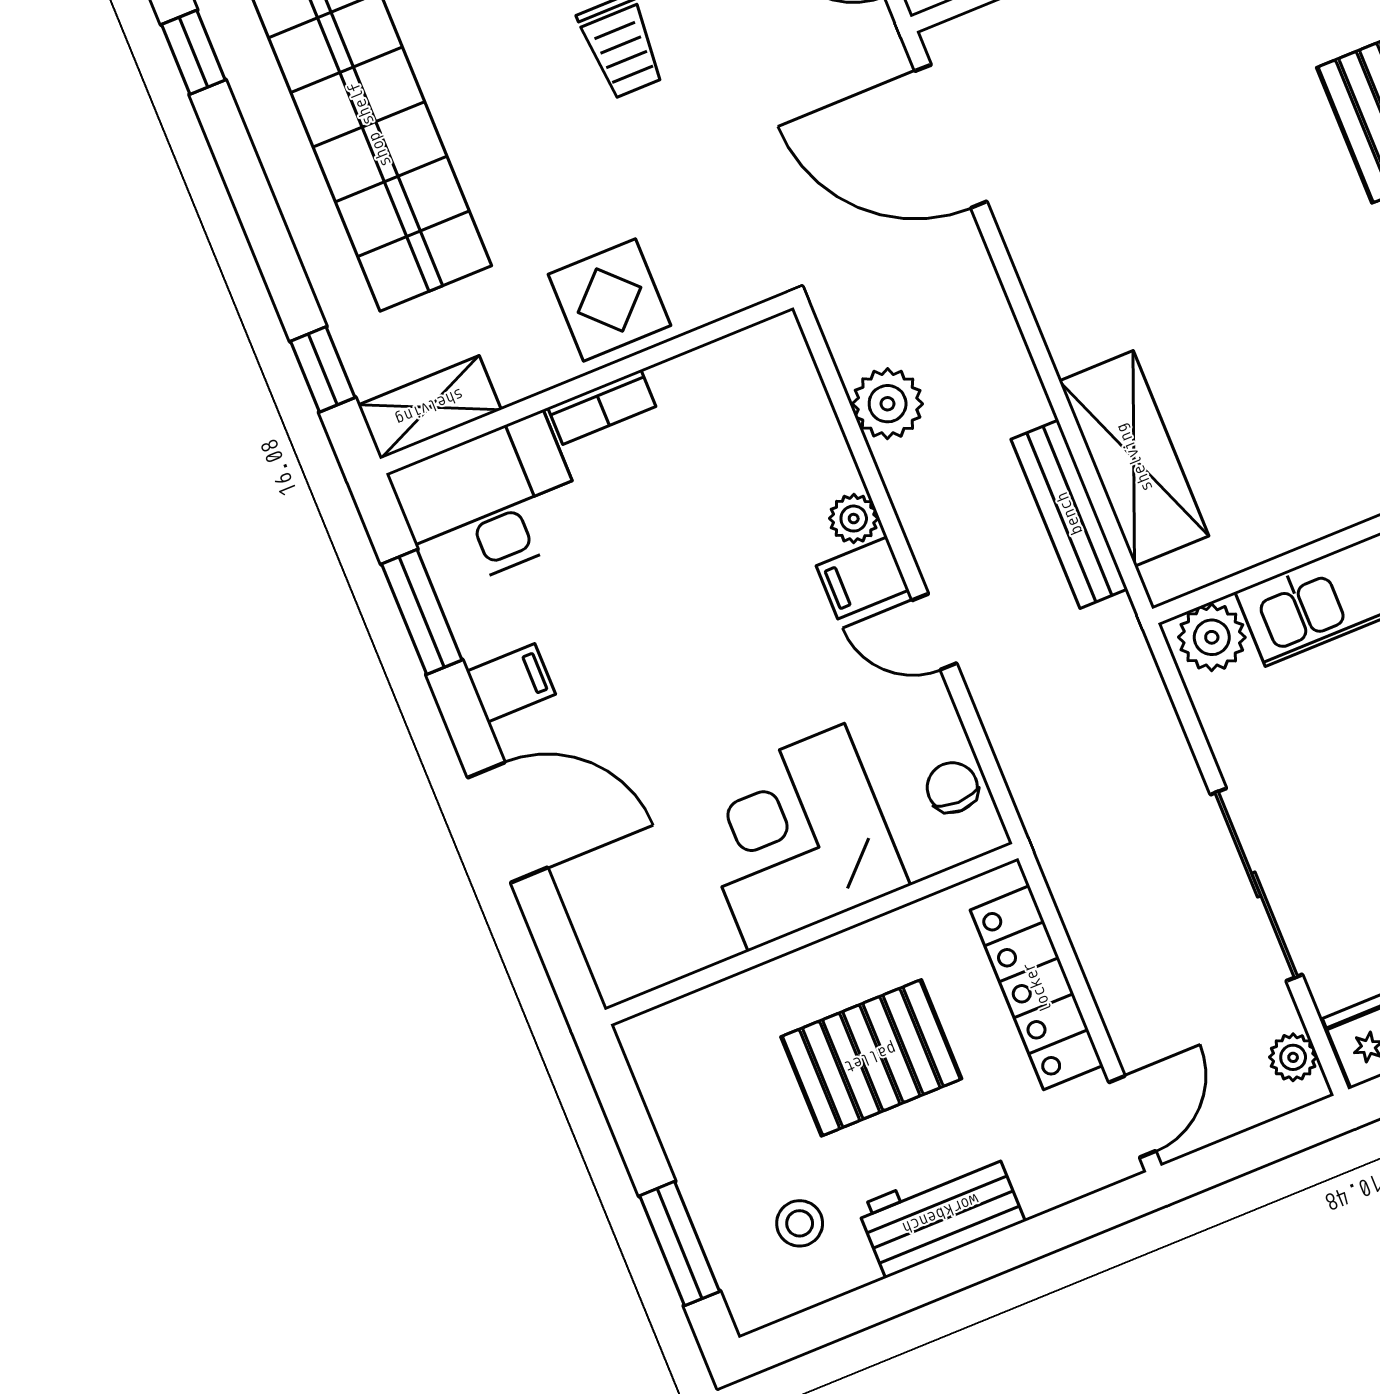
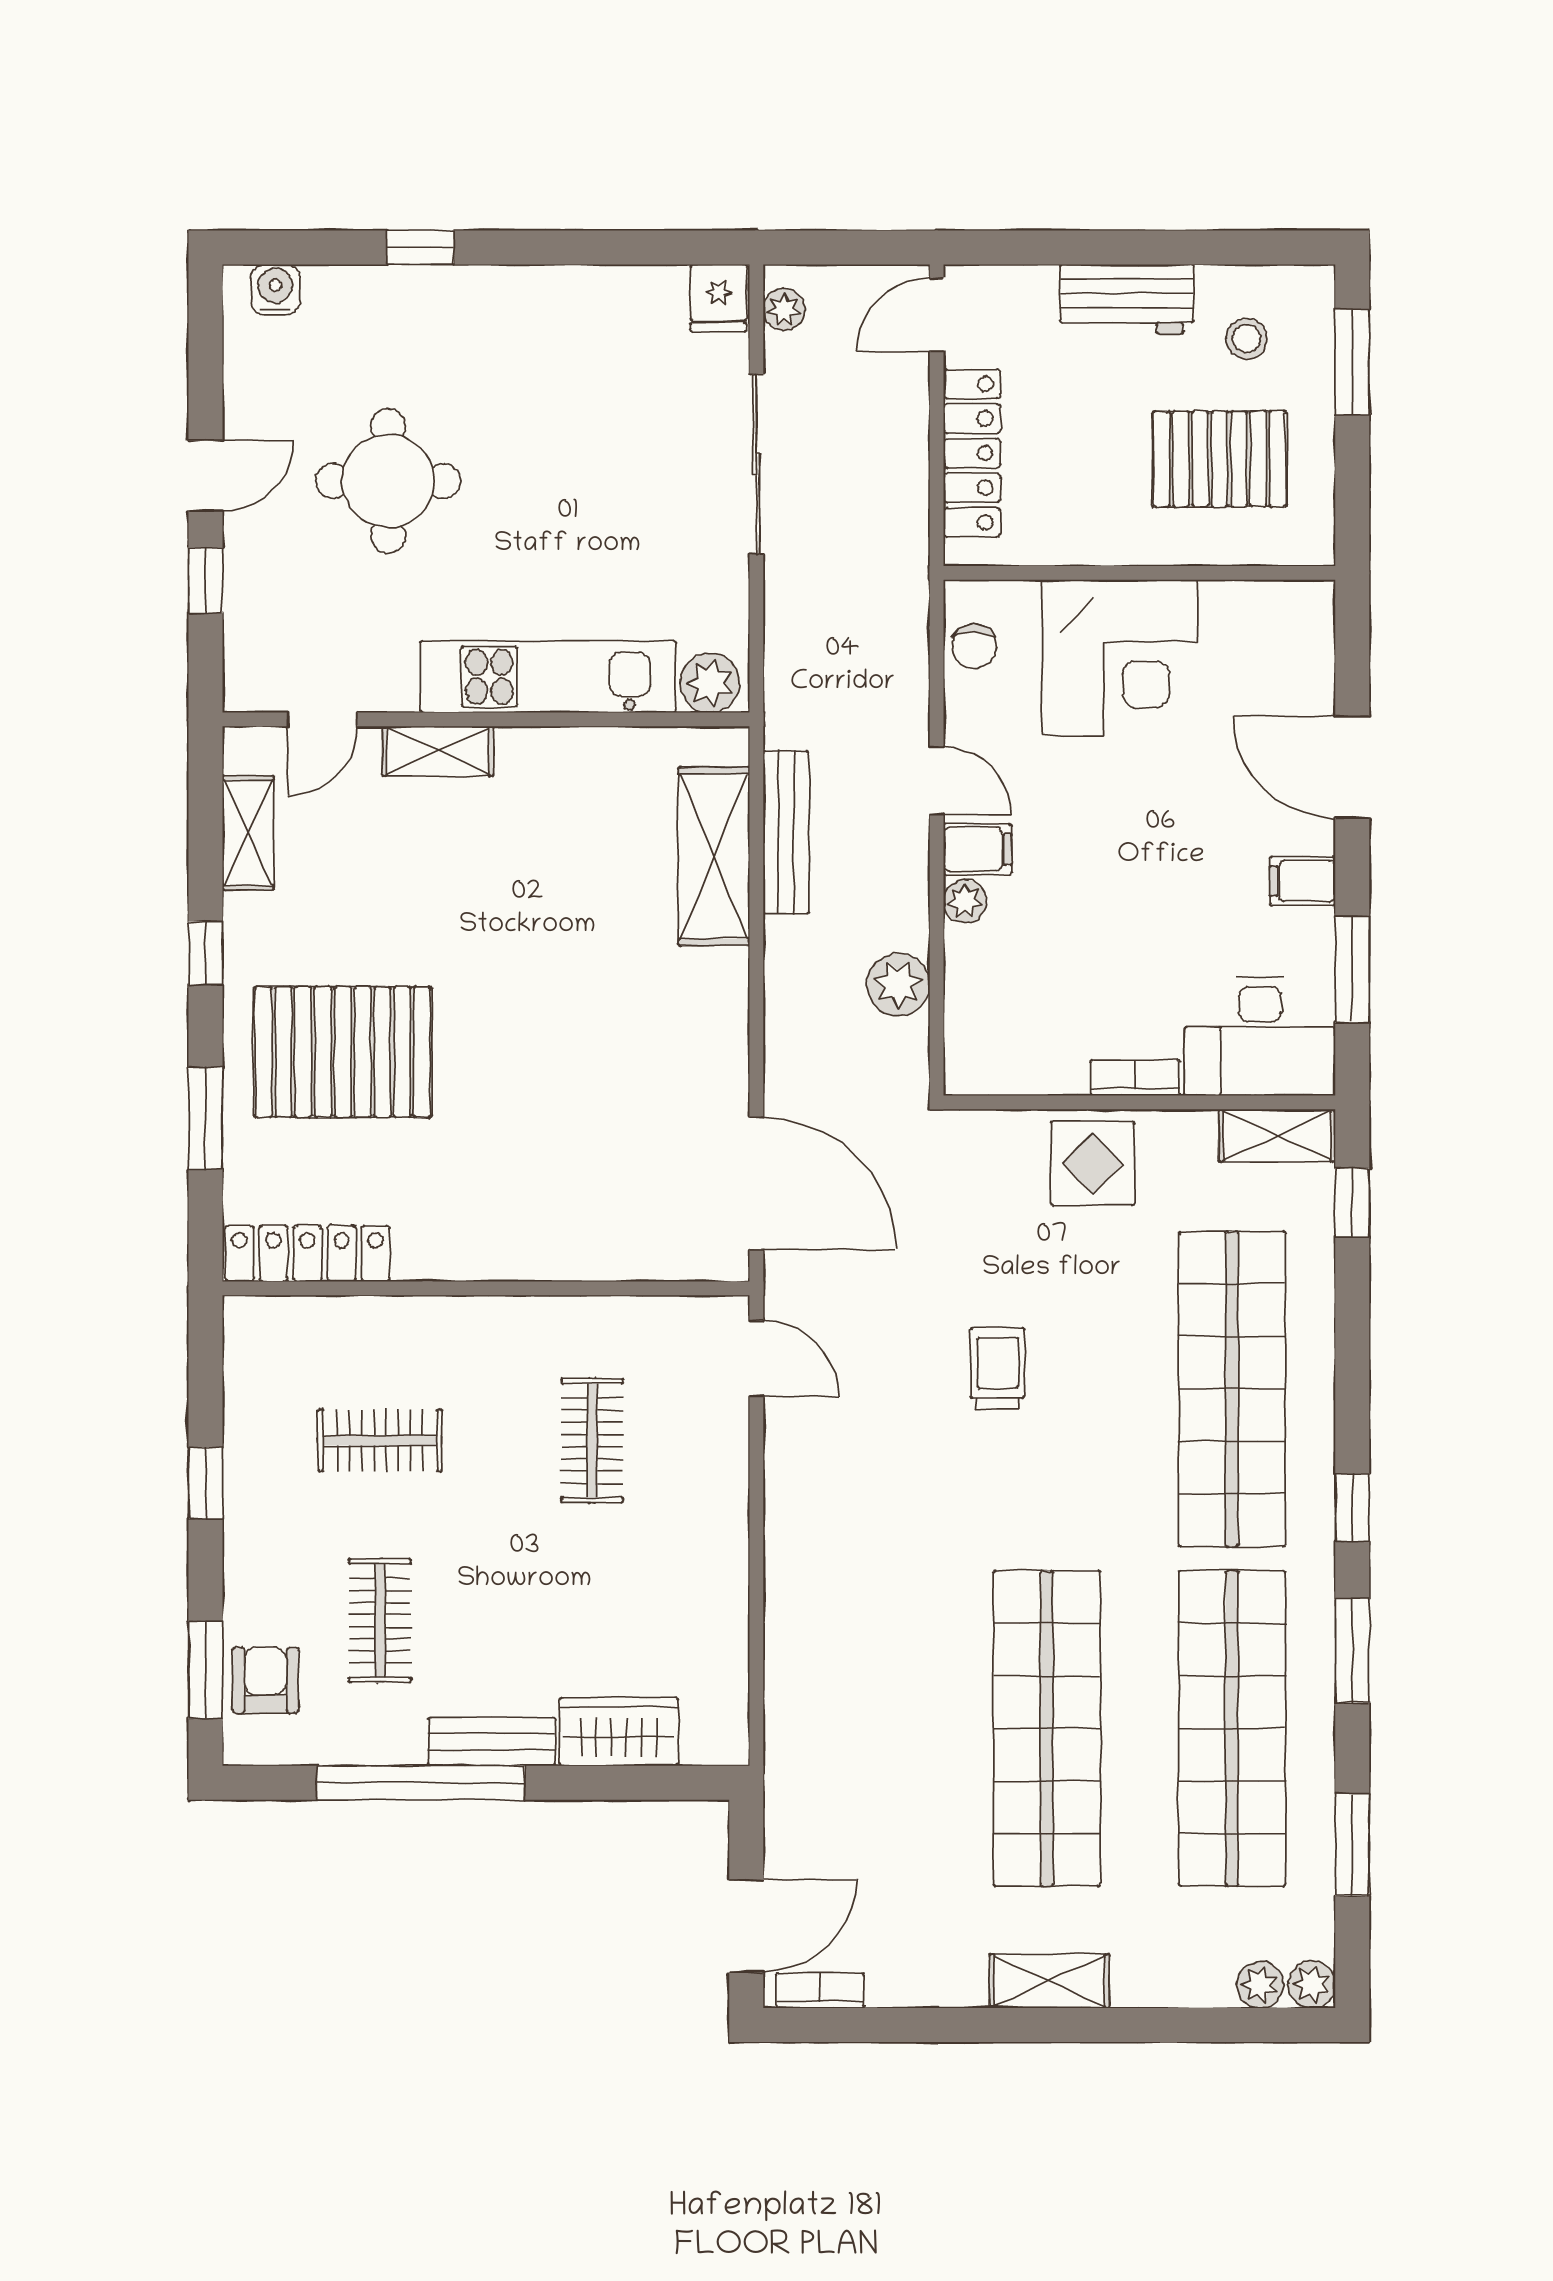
pallet: (871, 1058) -> (1220, 459), moved

